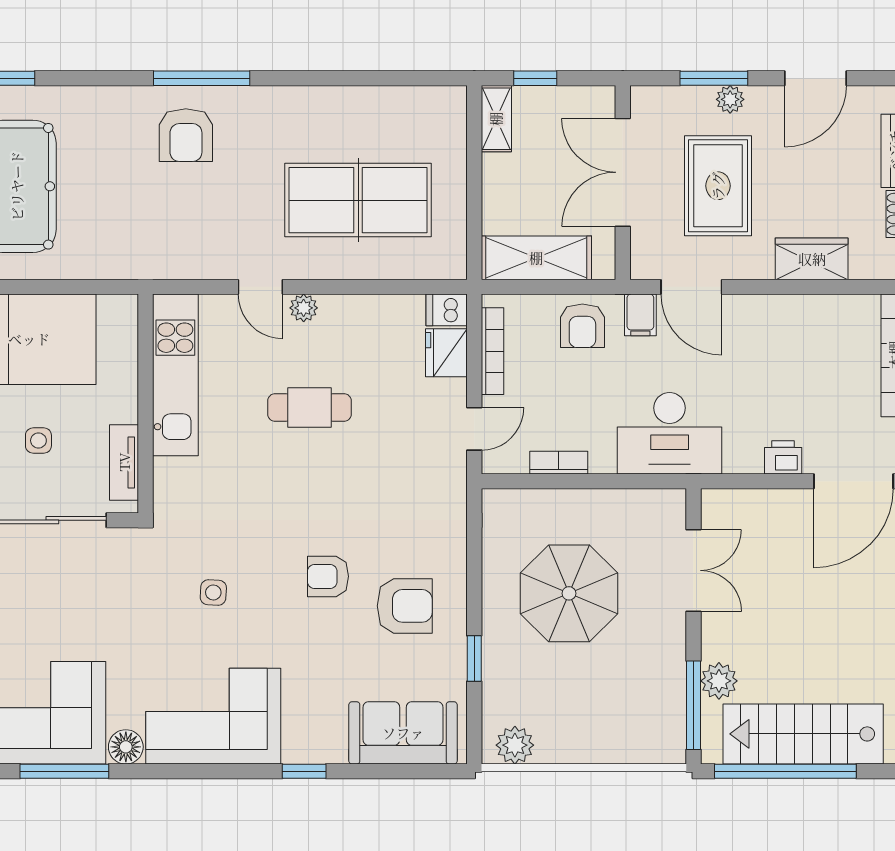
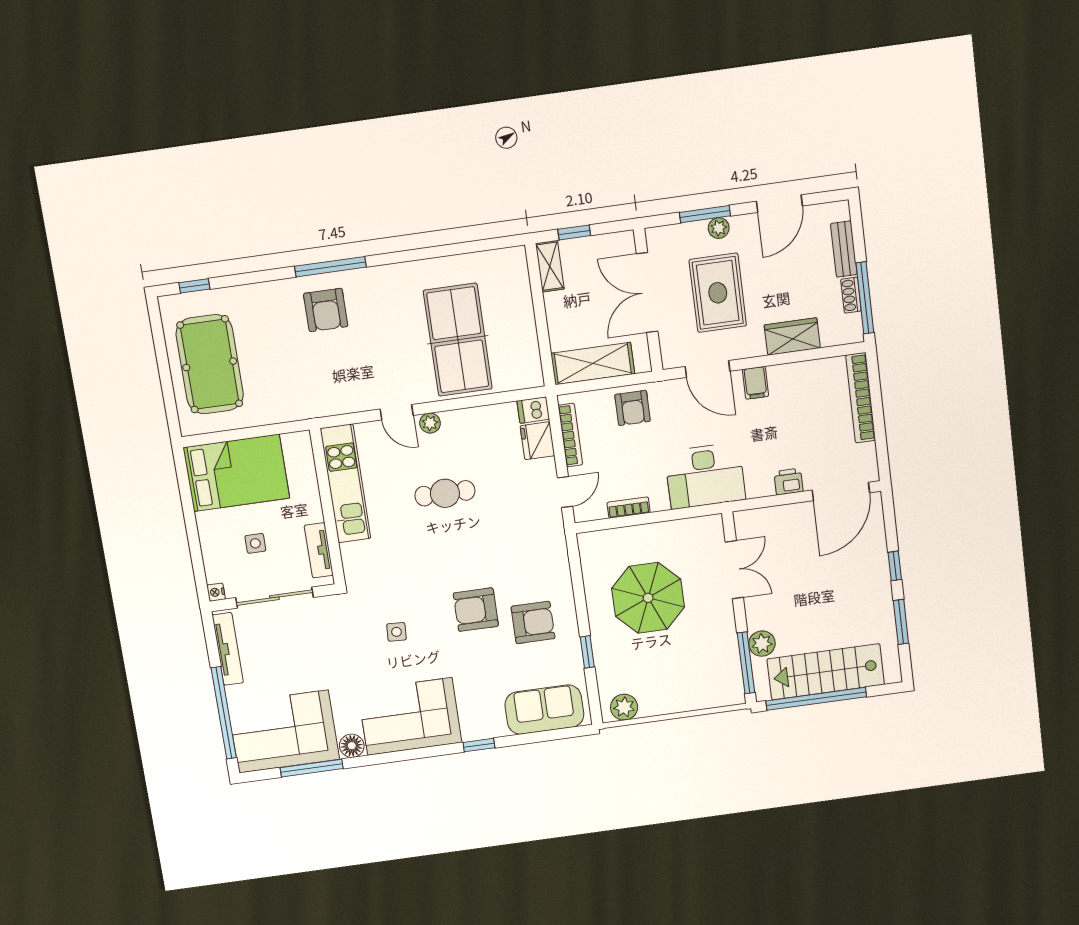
table tennis table: (358, 200) -> (458, 340), turned 90
filing cabinet: (640, 315) -> (755, 383), moved
armchair: (328, 576) -> (476, 610), width x1.38, depth x1.38

